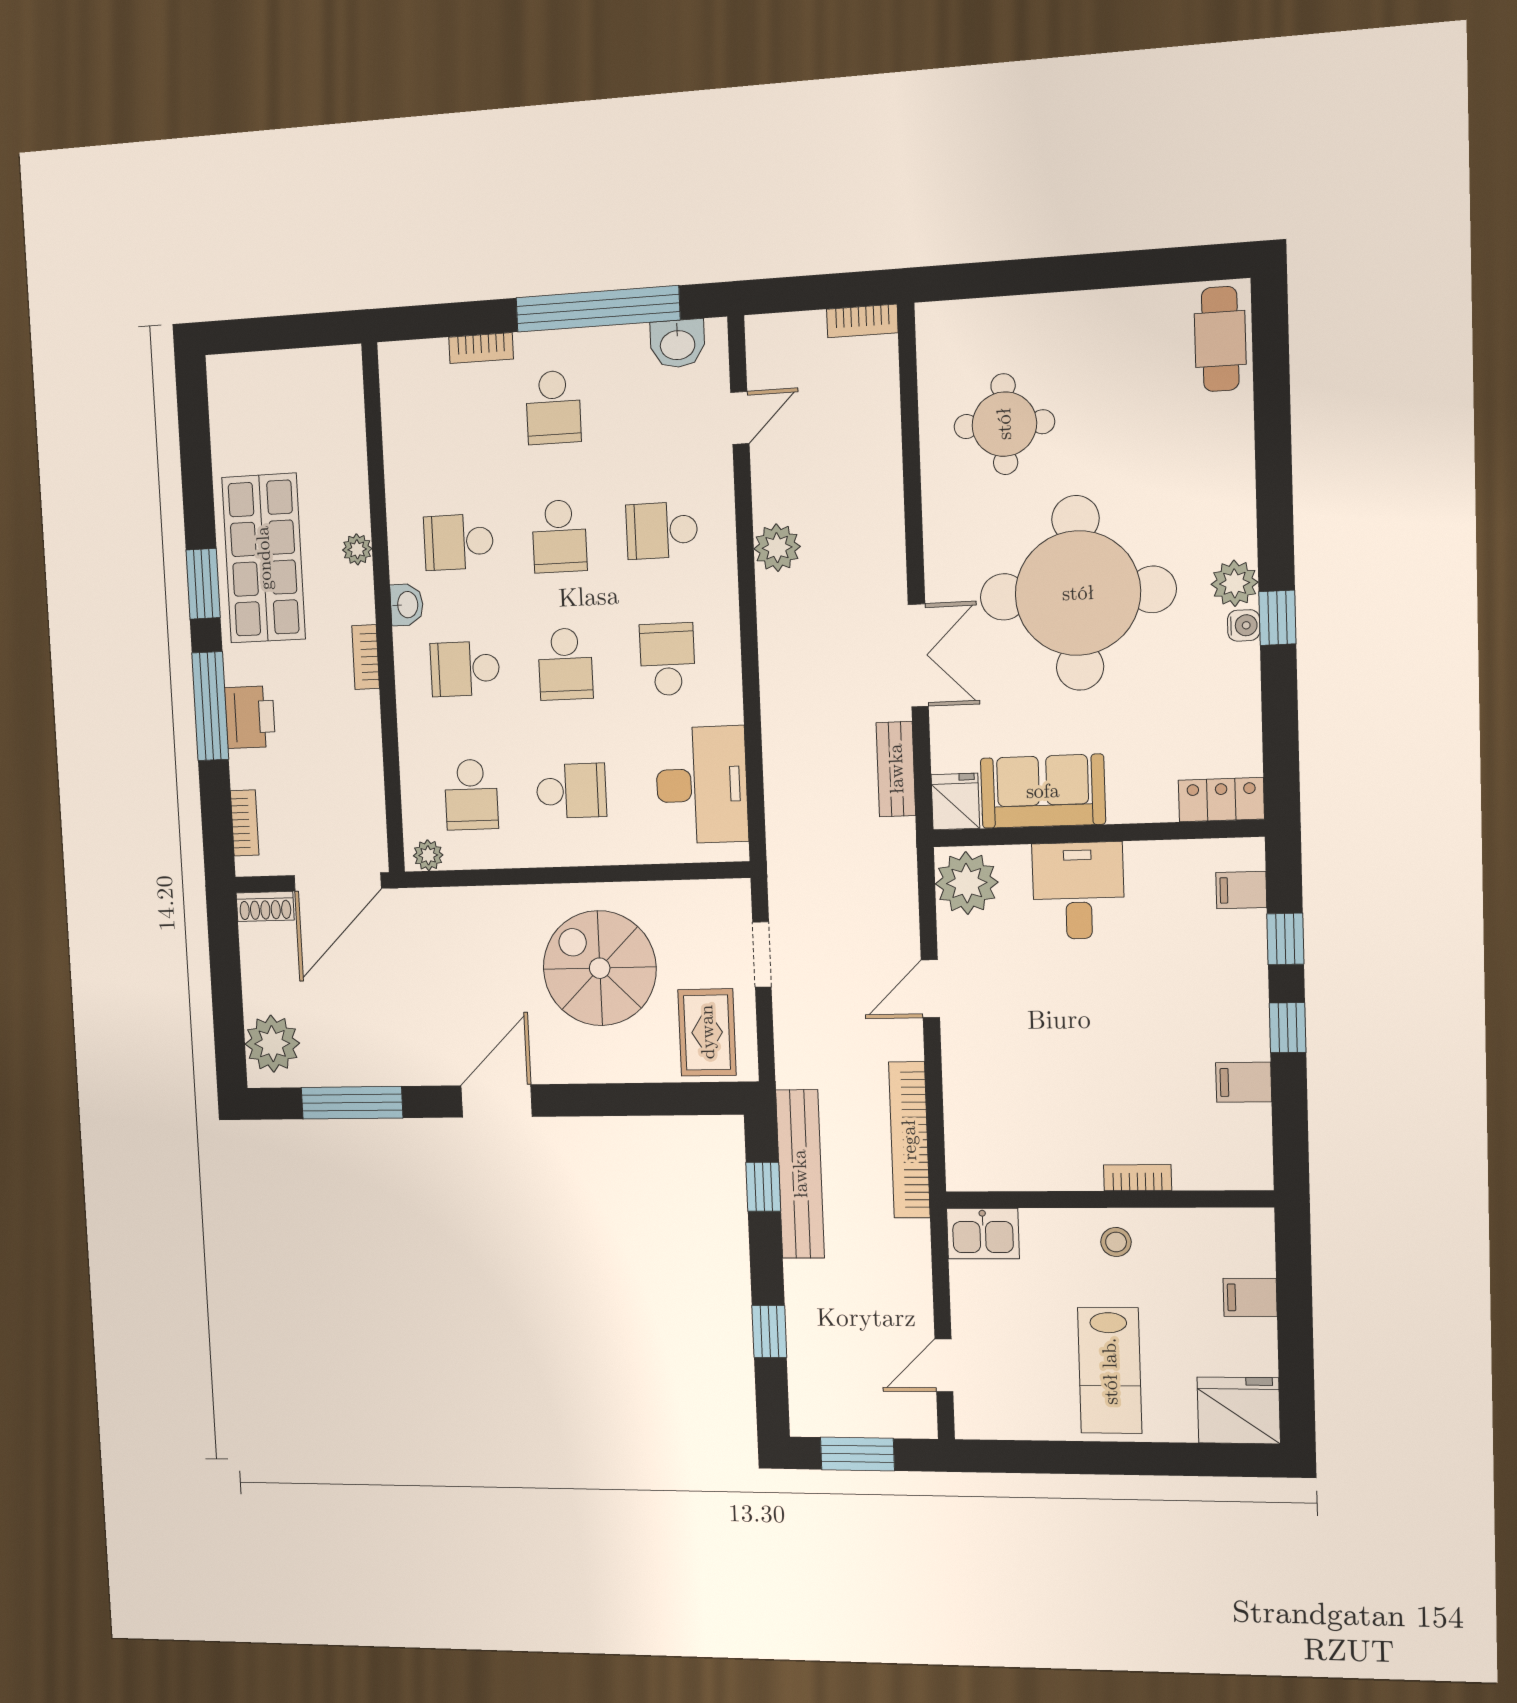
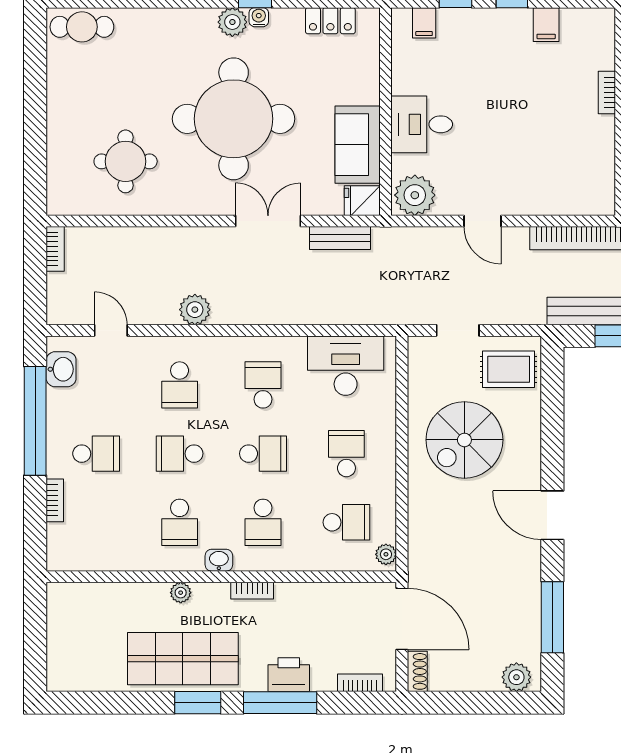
school desk: (559, 536) -> (180, 454), turned 180
school desk: (667, 659) -> (263, 385), turned 90
locker: (1221, 800) -> (330, 21), moved, turned -90
plant: (272, 1044) -> (516, 677), width x0.73, depth x0.73

